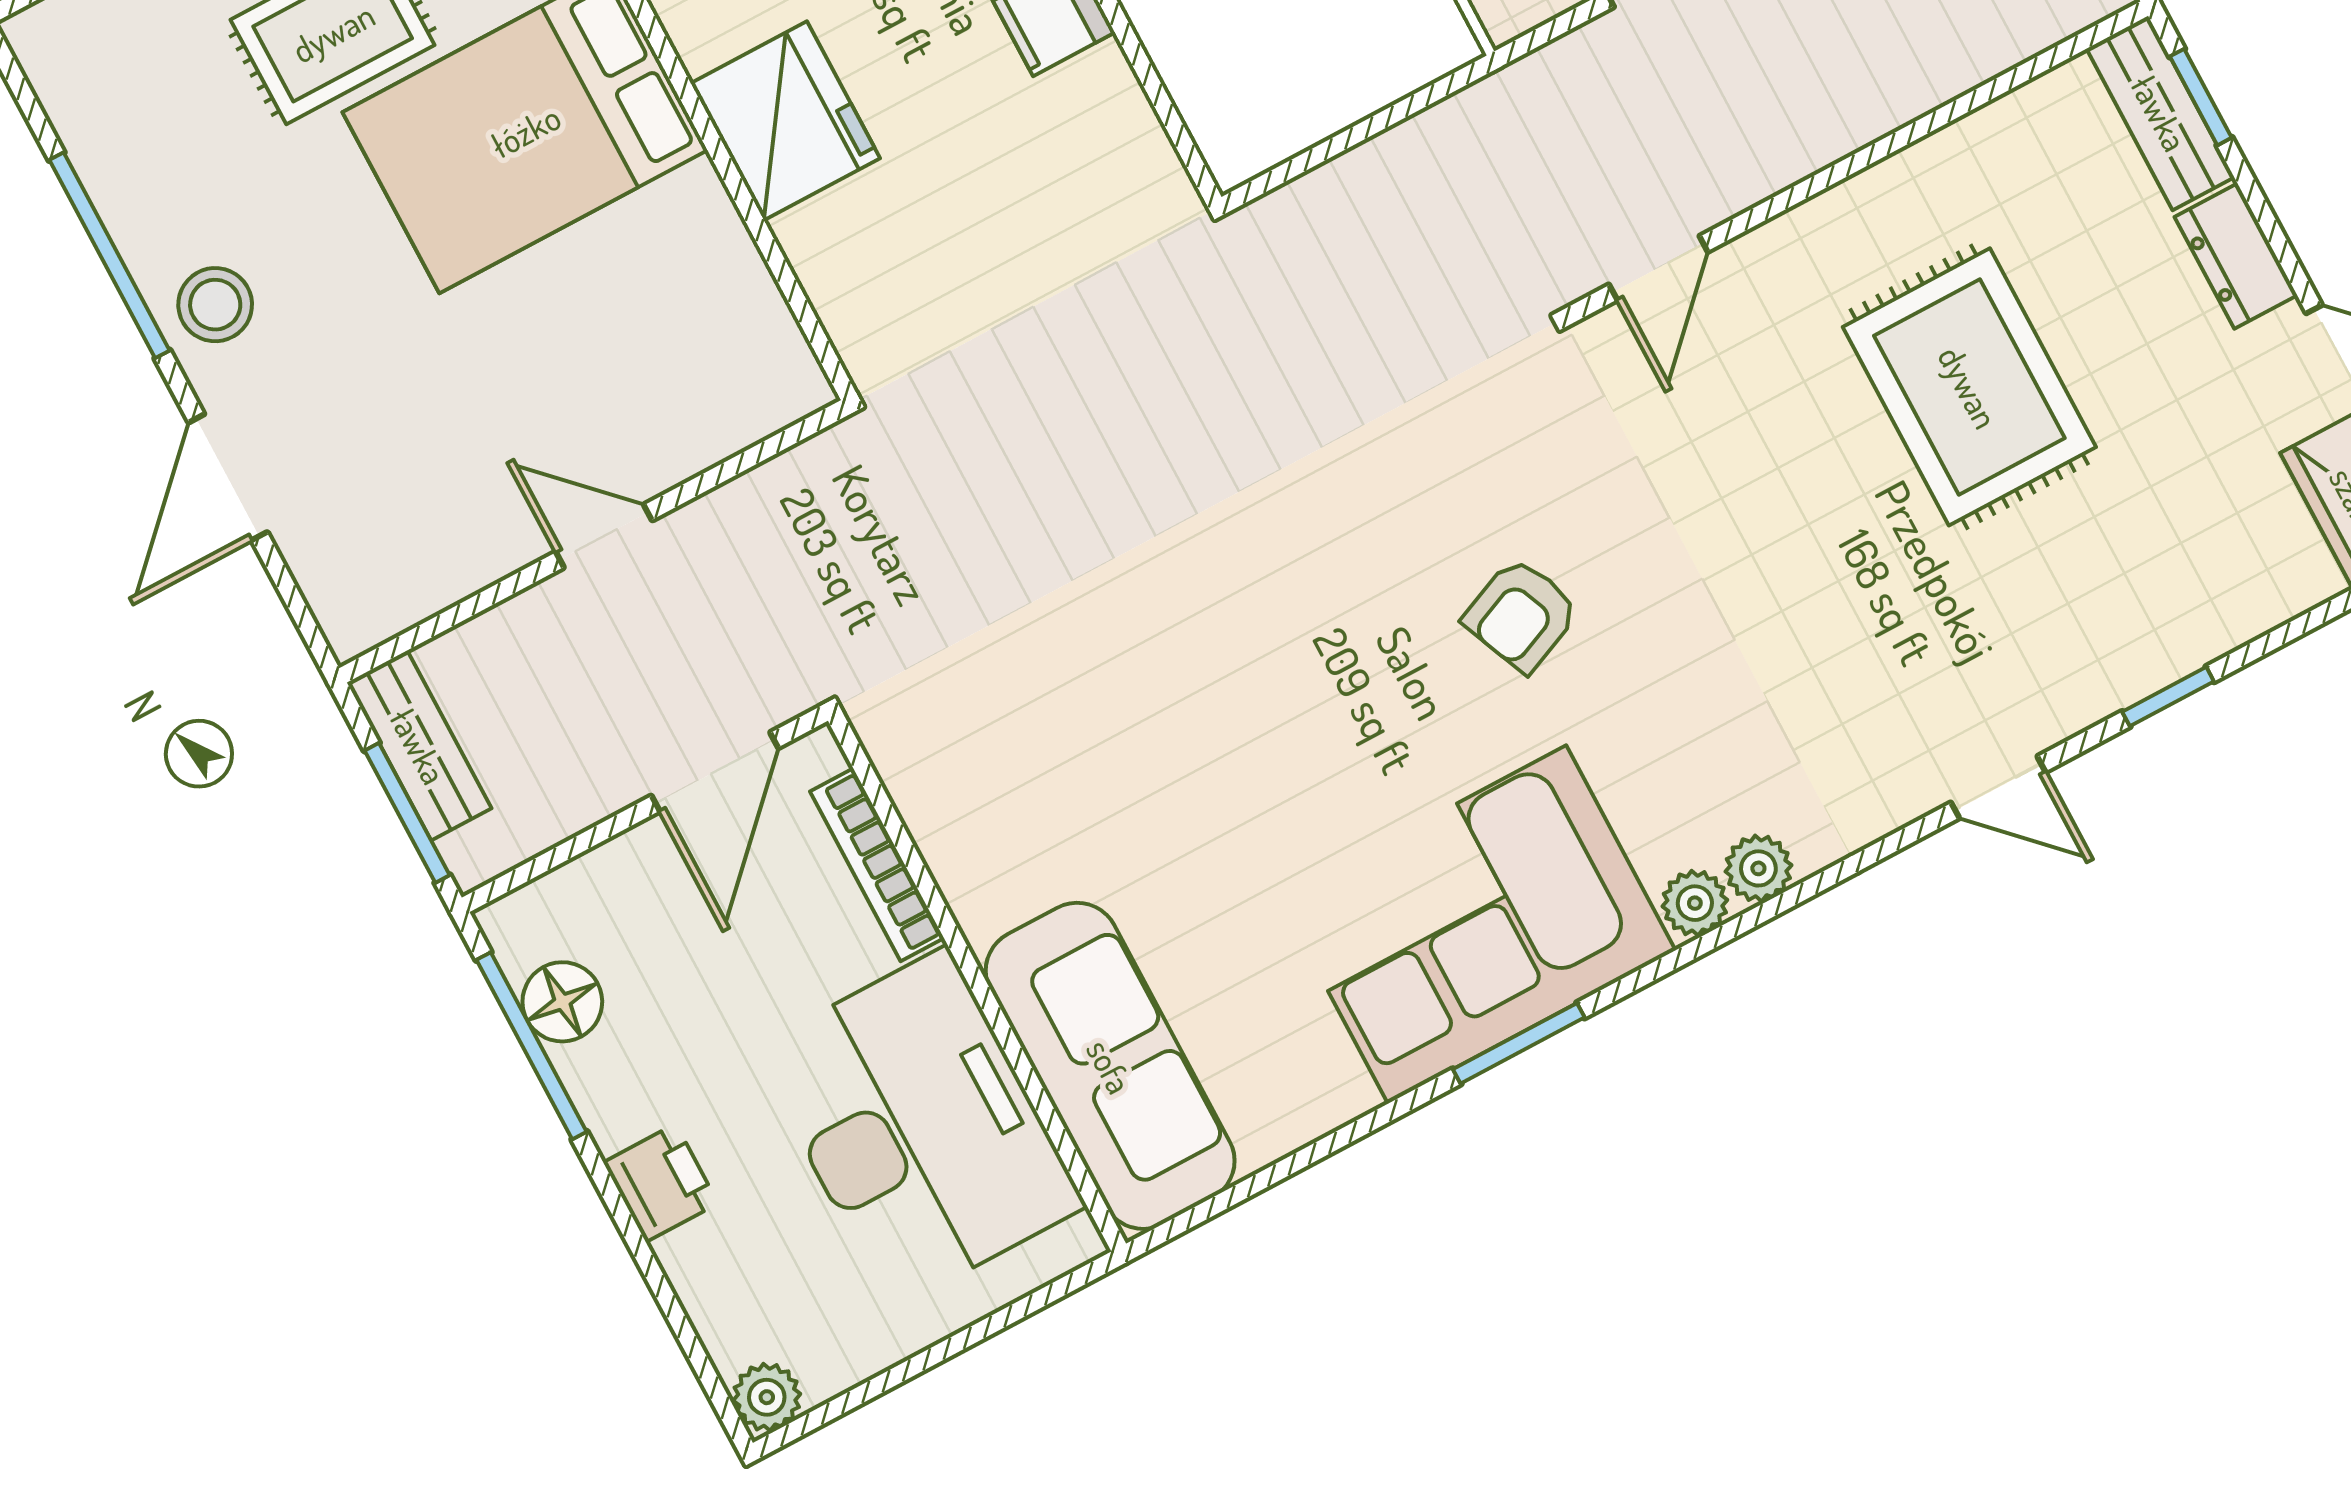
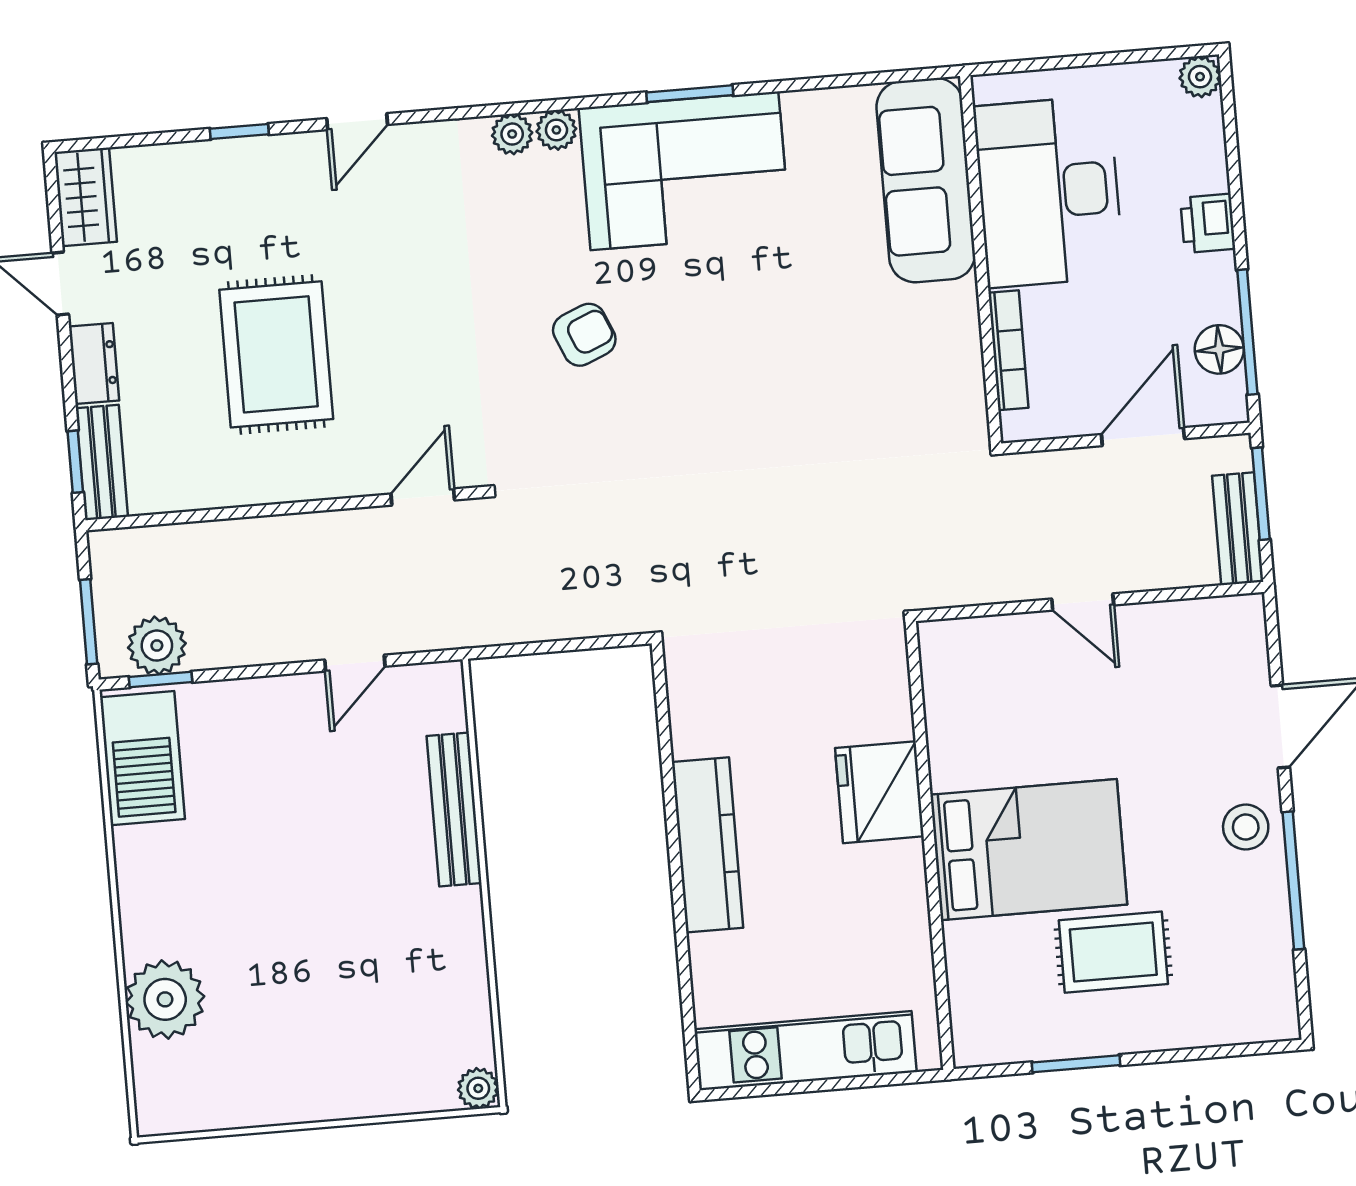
door: (715, 772) -> (1143, 437), moved
door: (1998, 787) -> (357, 122), swing flipped

